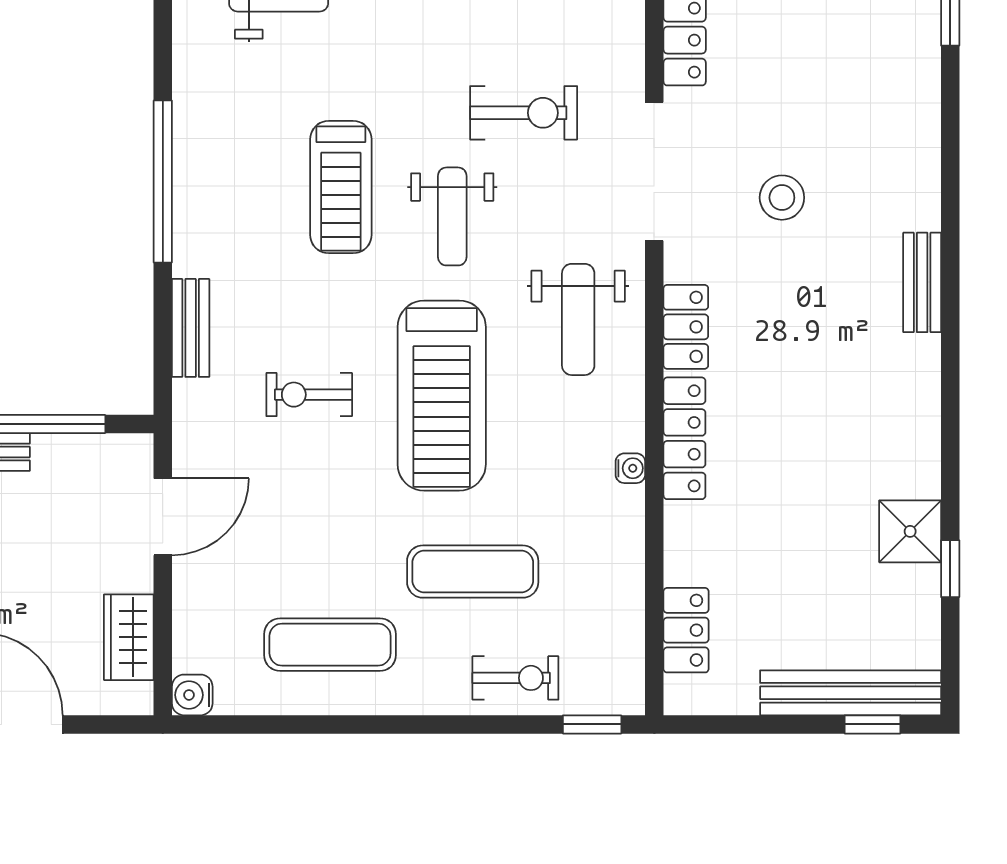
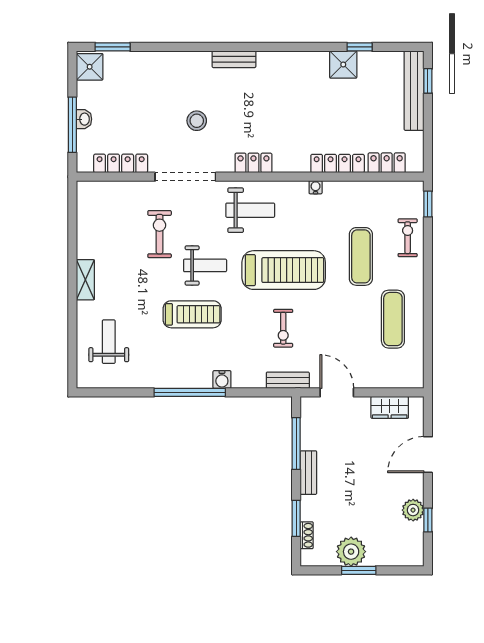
bench: (191, 328) -> (288, 380), moved
locker: (684, 438) -> (338, 164), moved
water cooler: (192, 695) -> (222, 380), moved

